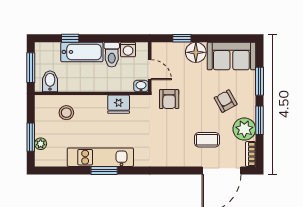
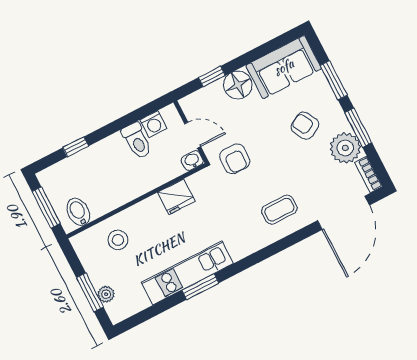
bathtub: (82, 52) -> (99, 156), removed
coffee table: (207, 140) -> (279, 210), moved

